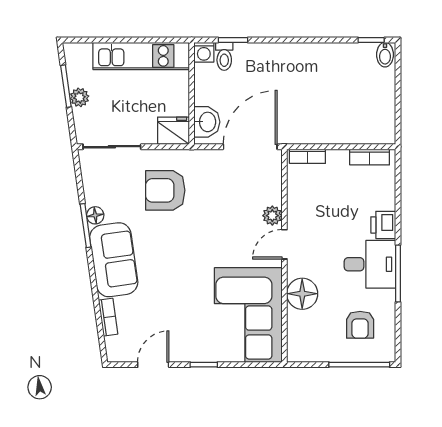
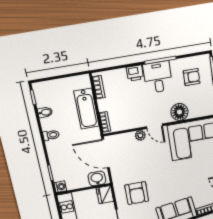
bidet: (385, 55) -> (45, 112), moved
toilet: (224, 56) -> (51, 135), moved
bathtub: (336, 128) -> (86, 109), added

